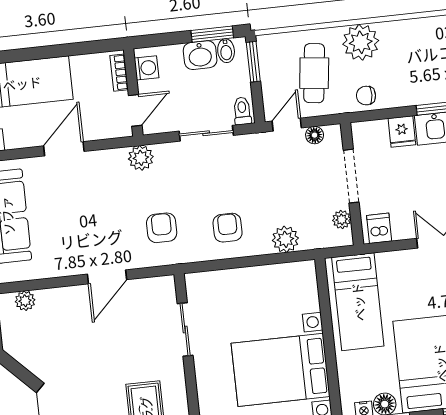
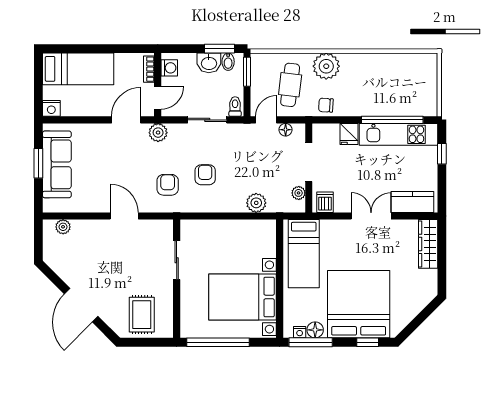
door: (64, 149) -> (126, 120), moved
armchair: (228, 228) -> (205, 175), moved
door: (107, 277) -> (124, 216), swing flipped

